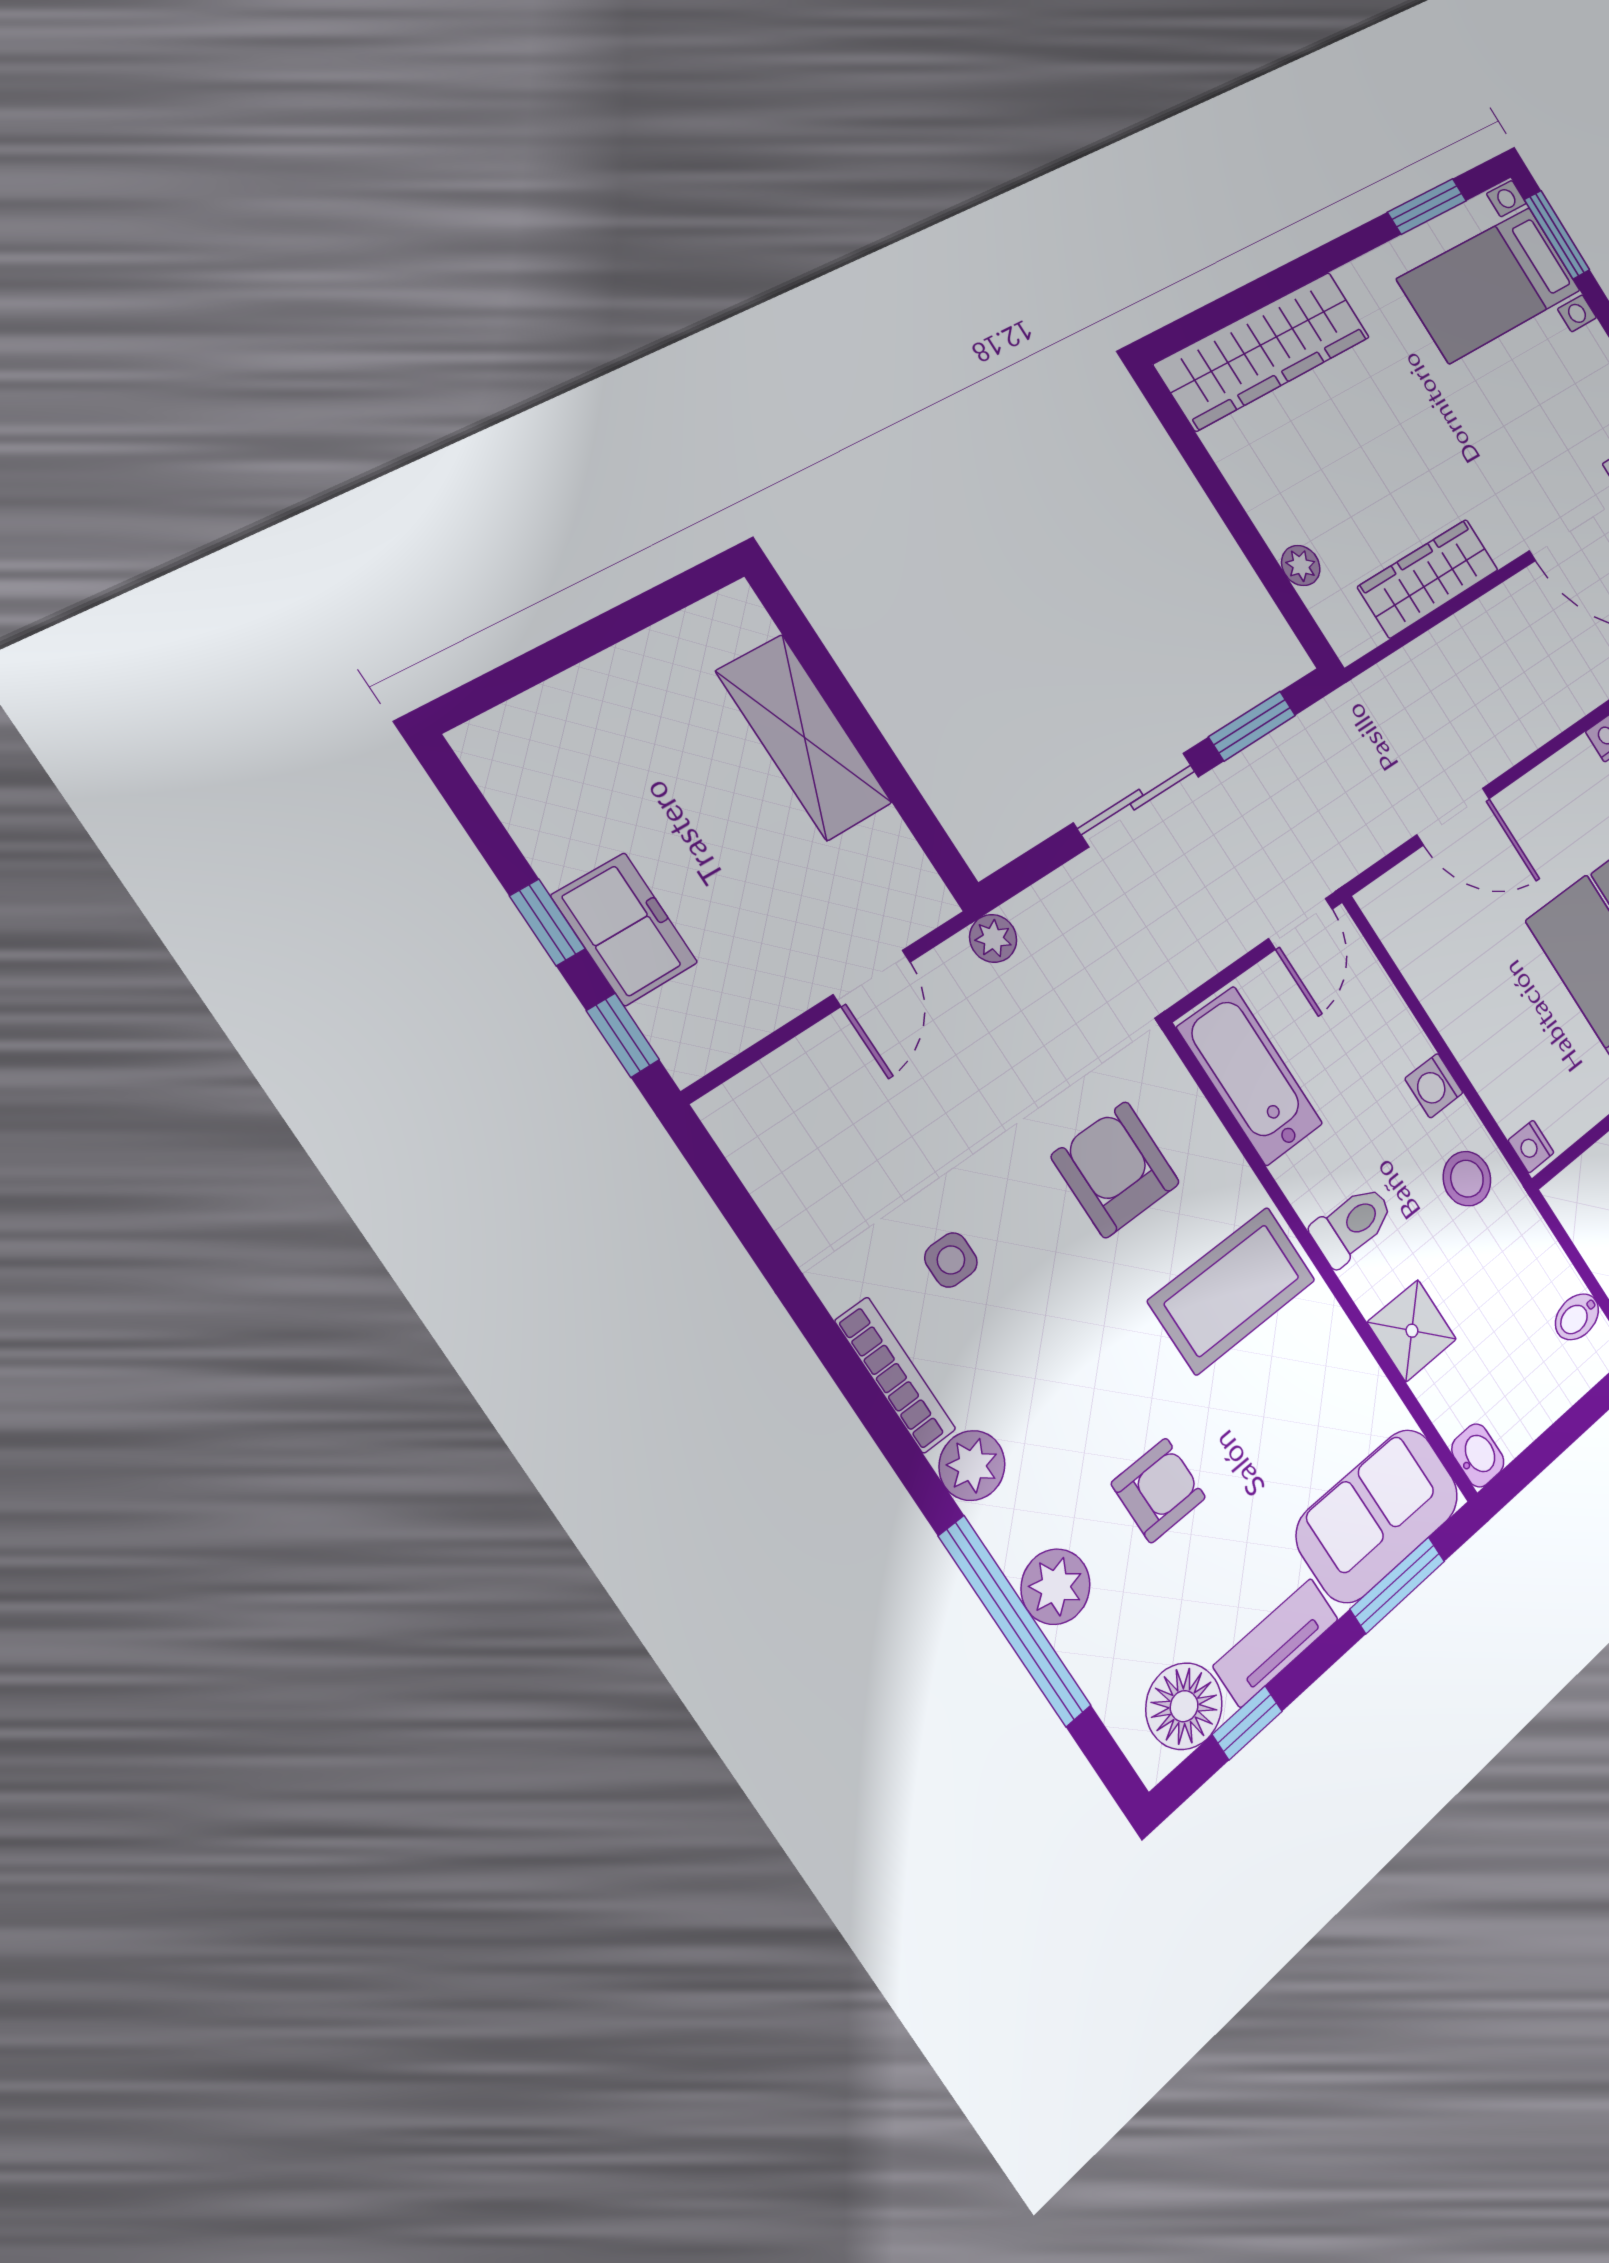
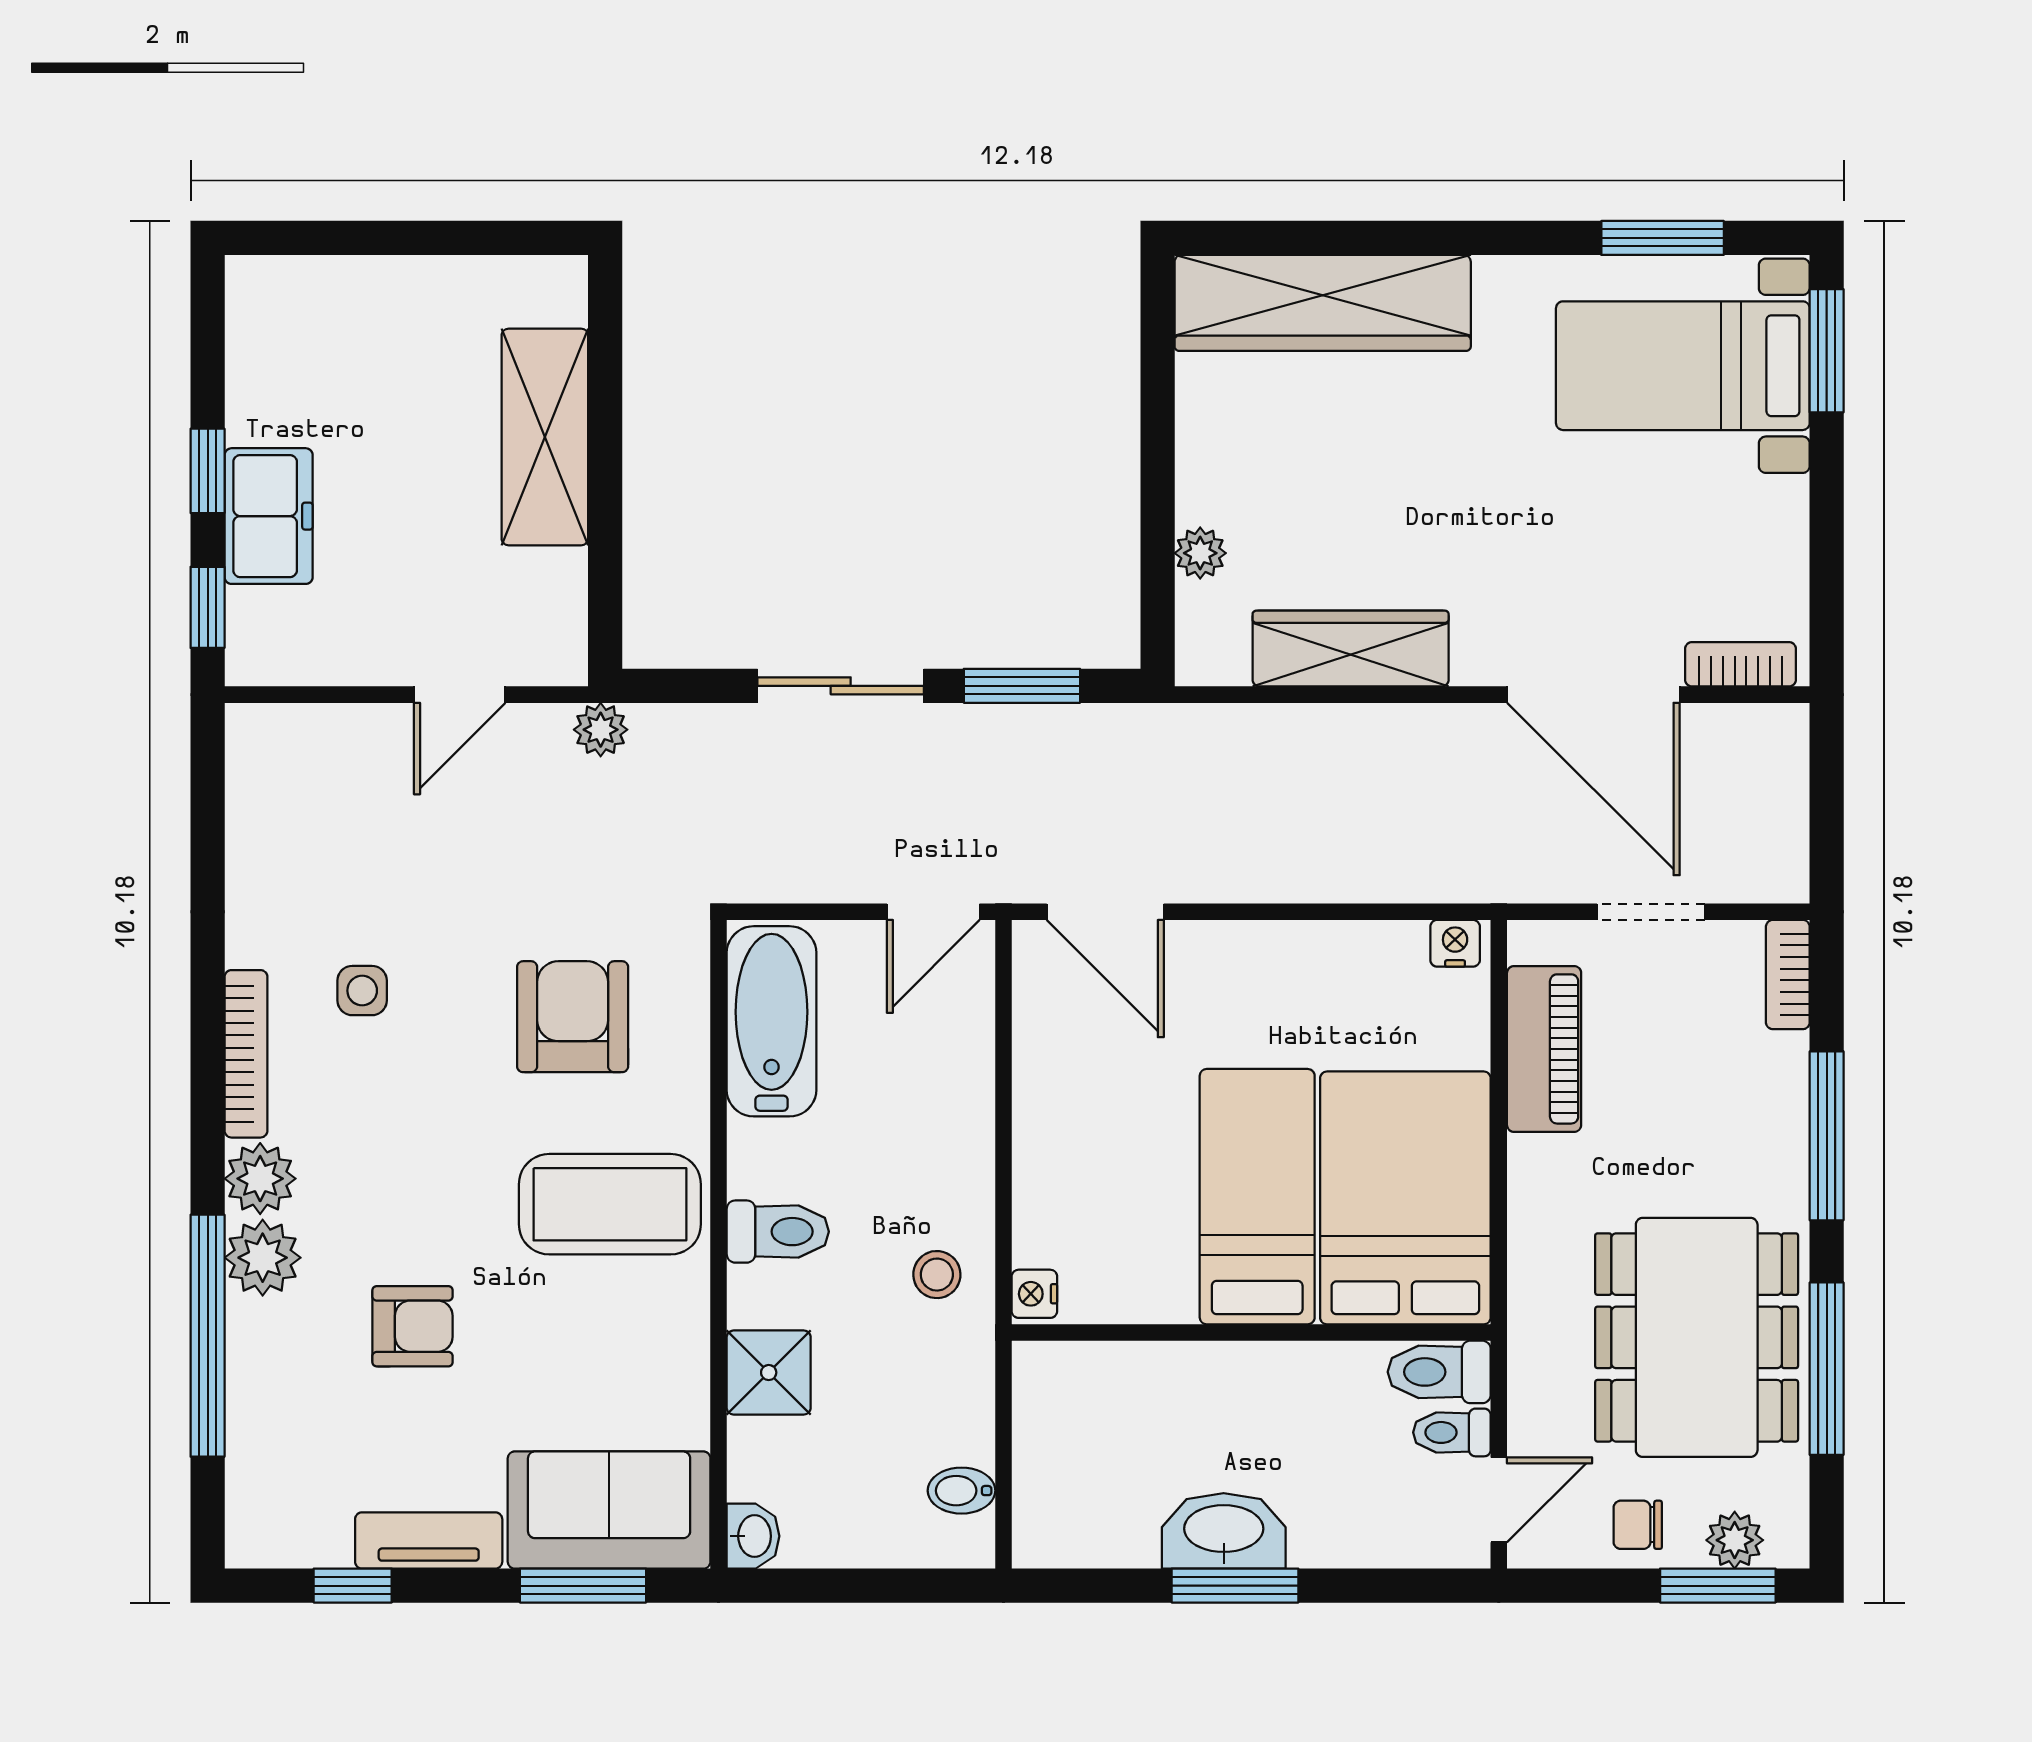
door: (1453, 816) -> (1105, 912), moved
washing machine: (1434, 1086) -> (967, 1162), removed
stool: (1467, 1179) -> (937, 1275), width x0.73, depth x0.73
plant: (1056, 1587) -> (263, 1258), moved
floor lamp: (1184, 1706) -> (306, 1525), removed

